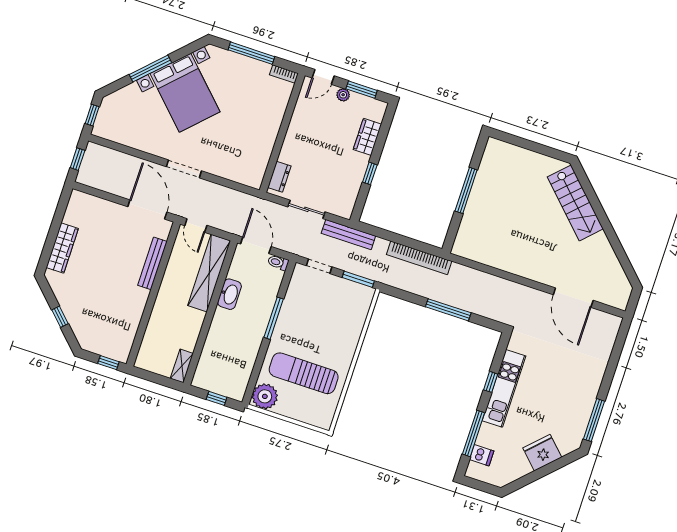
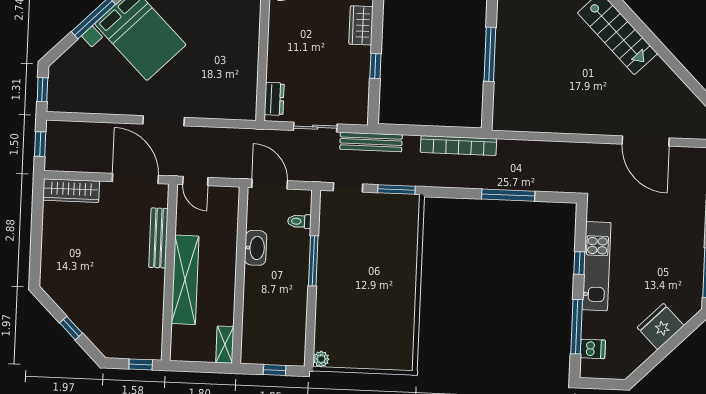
wardrobe: (62, 248) -> (71, 191), moved, turned 90
toilet: (278, 263) -> (299, 221), moved
shelving: (209, 273) -> (185, 280), moved
sun lounger: (304, 373) -> (365, 314), removed
plant: (265, 396) -> (321, 359), width x0.53, depth x0.53

